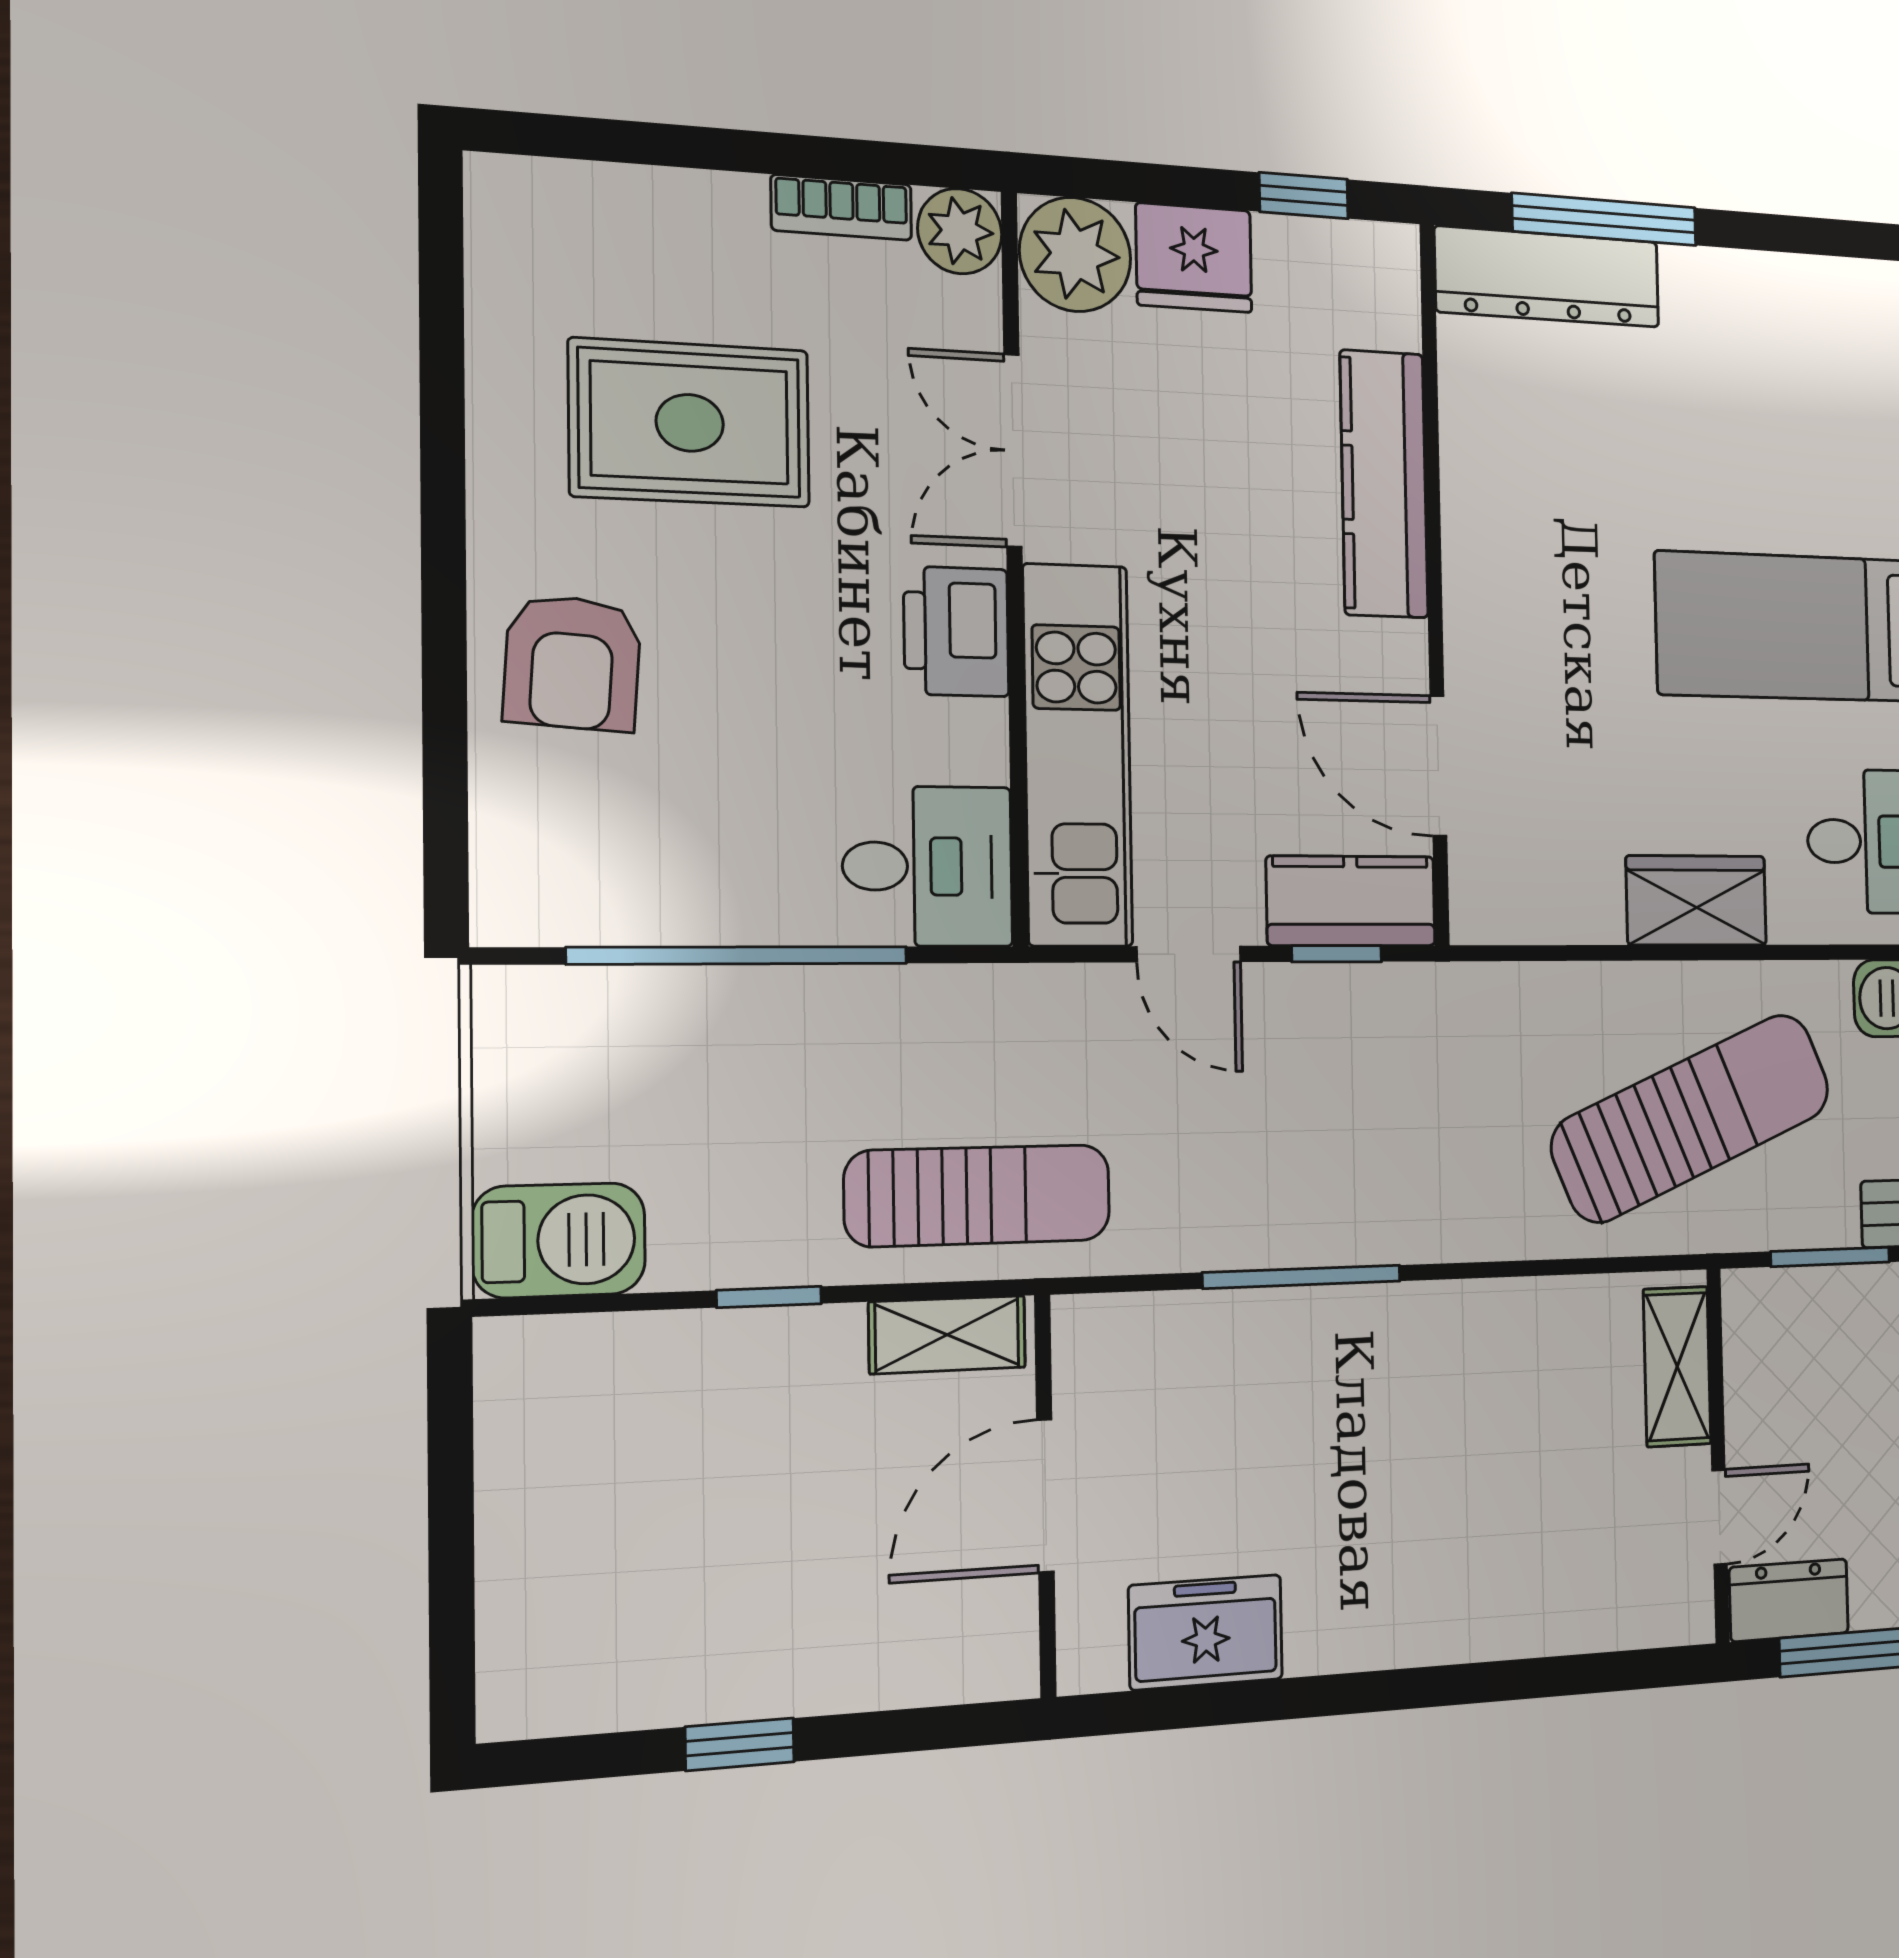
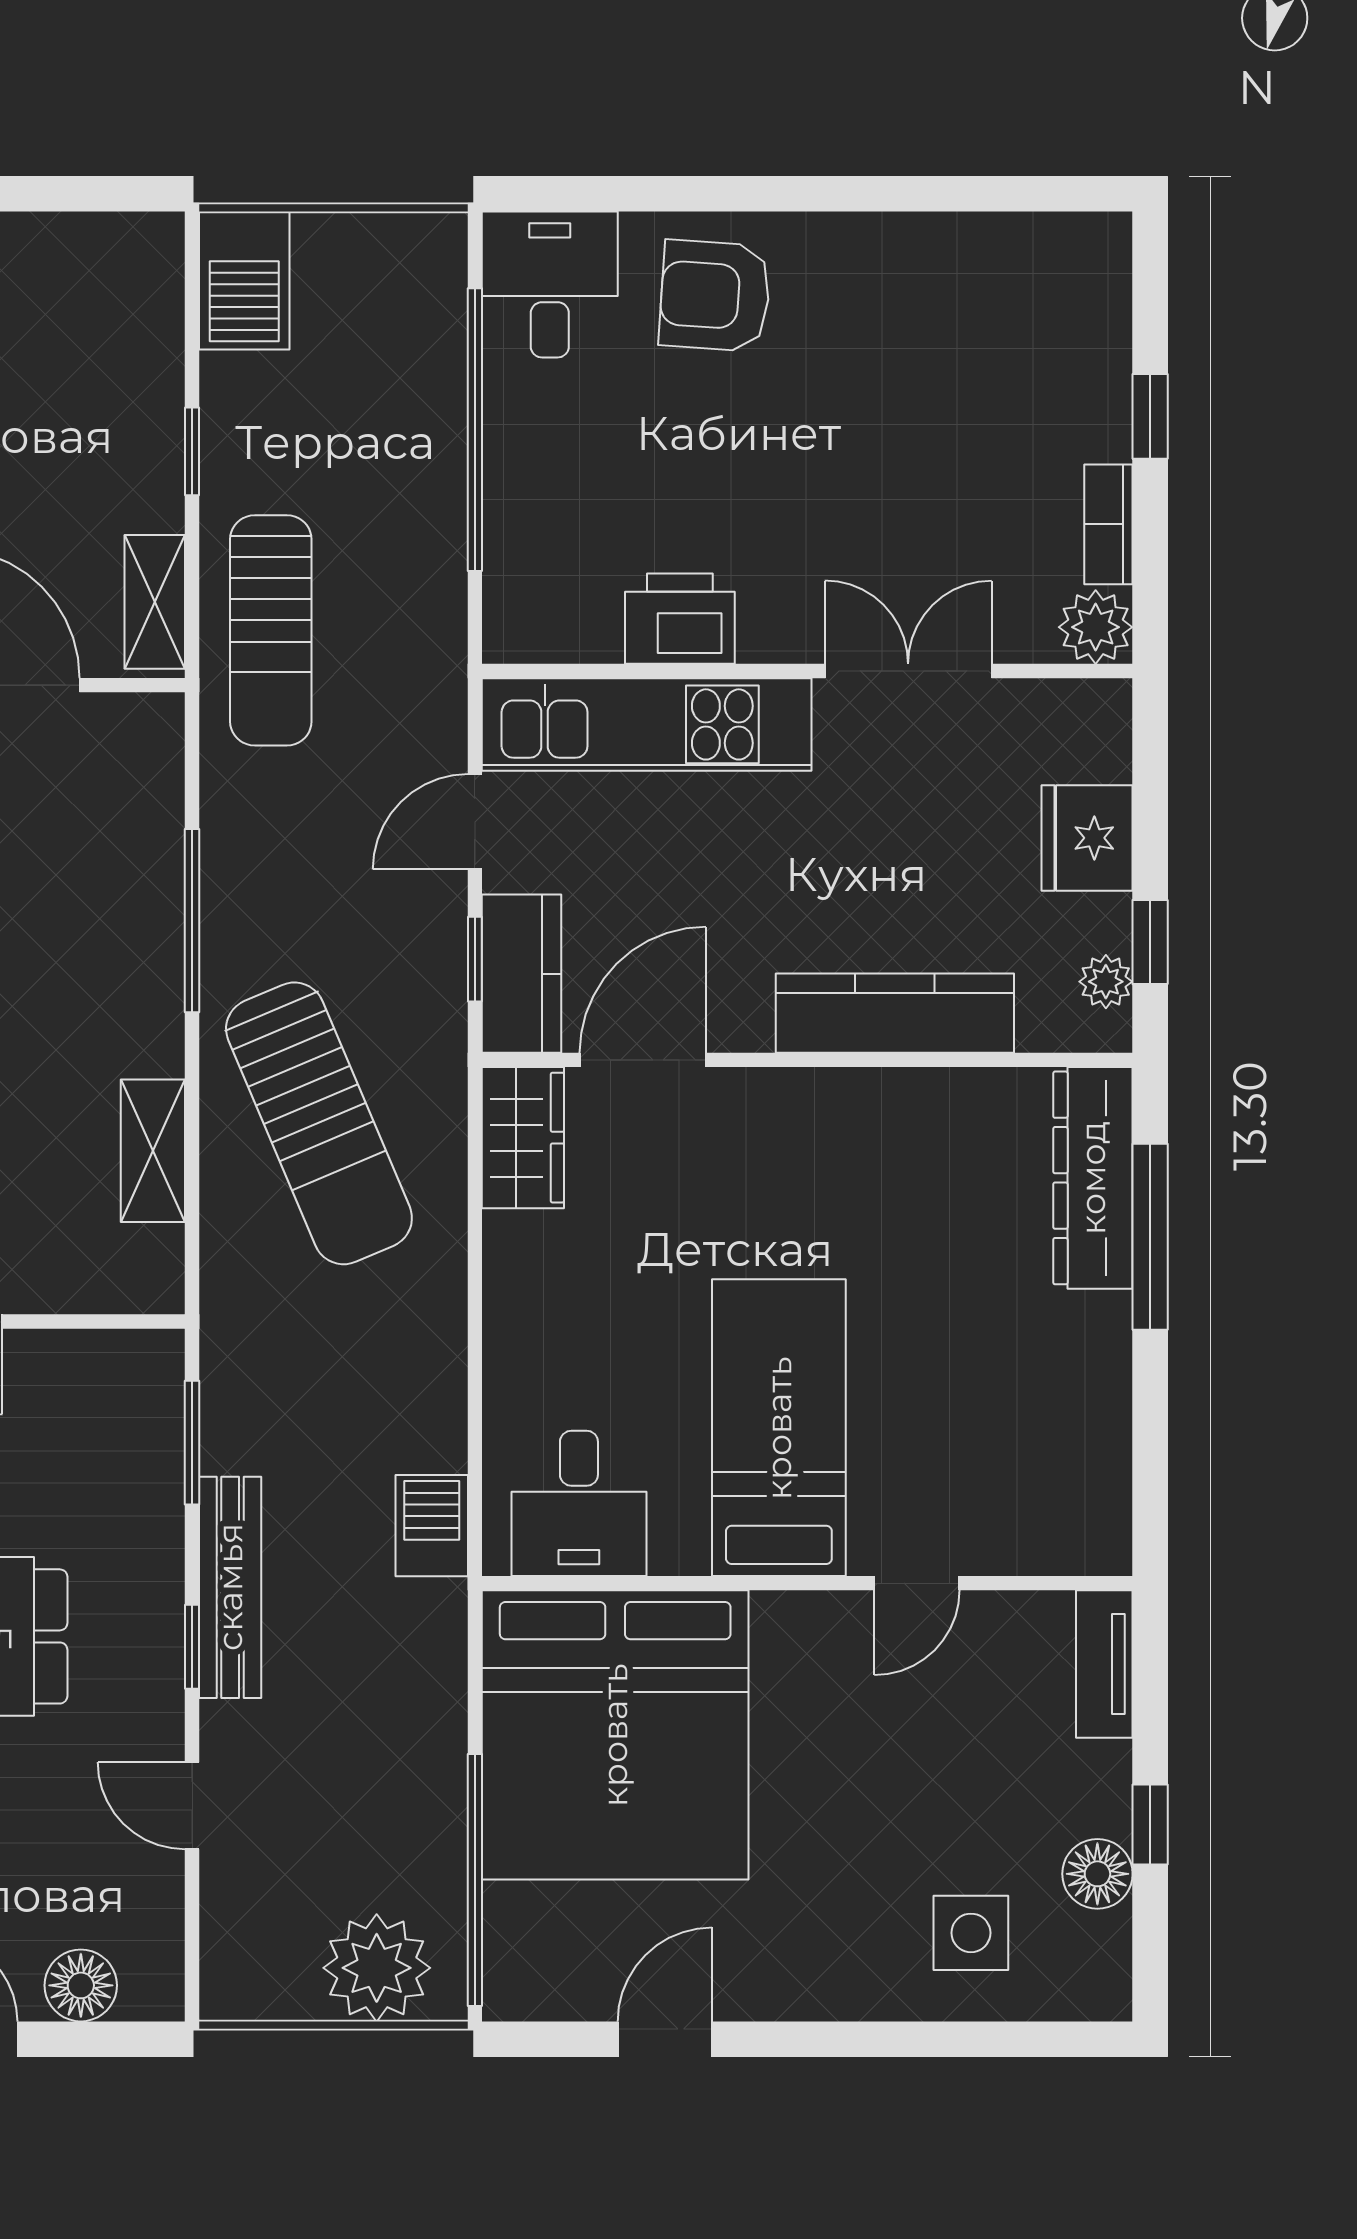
window: (713, 149) -> (1150, 416), added
plant: (1075, 254) -> (1106, 982), moved, width x0.53, depth x0.53
rug: (690, 423) -> (918, 394), removed
printer: (956, 632) -> (680, 619), moved
desk: (928, 866) -> (550, 285), moved, turned 180
wardrobe: (1696, 900) -> (523, 1138), moved
sun lounger: (1691, 1118) -> (319, 1123), moved
shelving: (1677, 1367) -> (153, 1151), moved, turned 90

